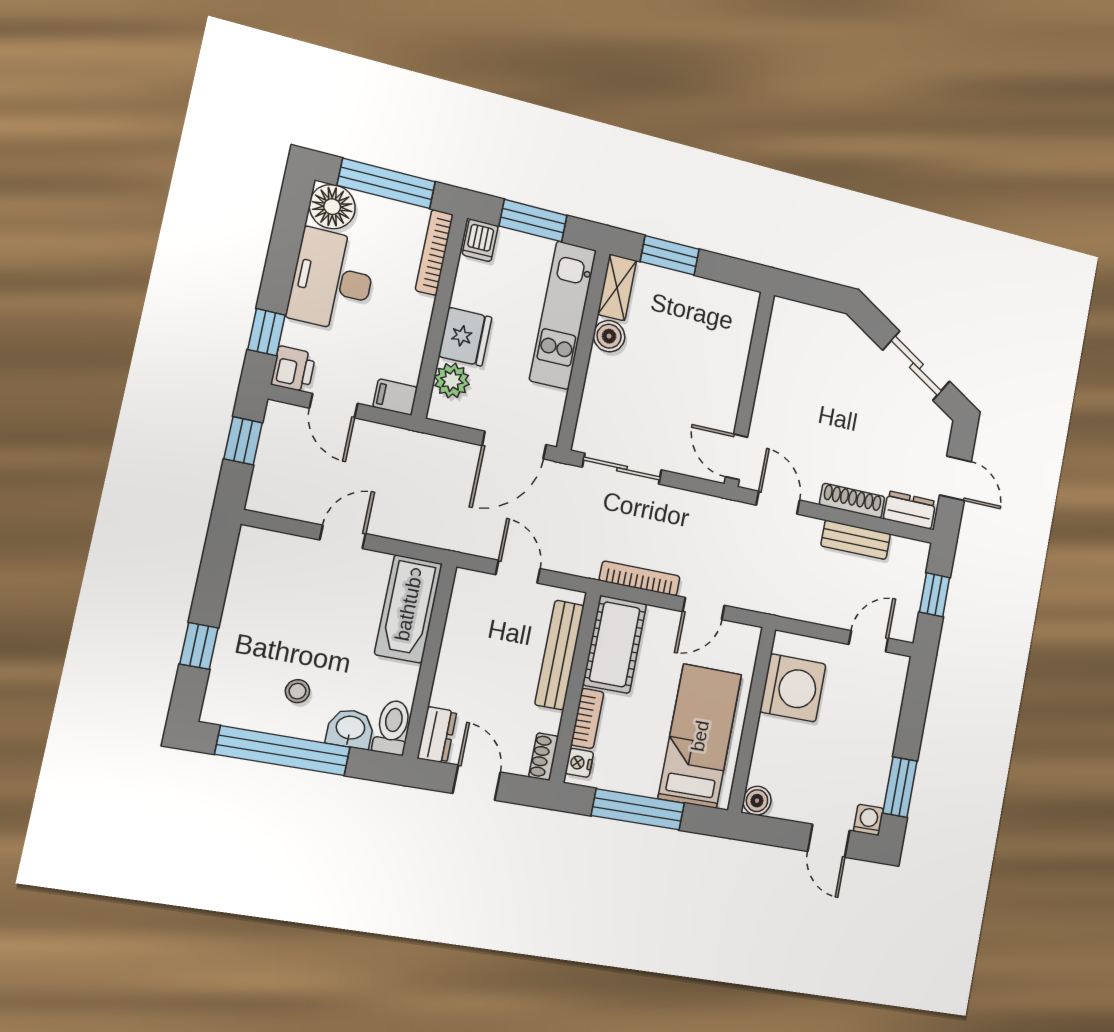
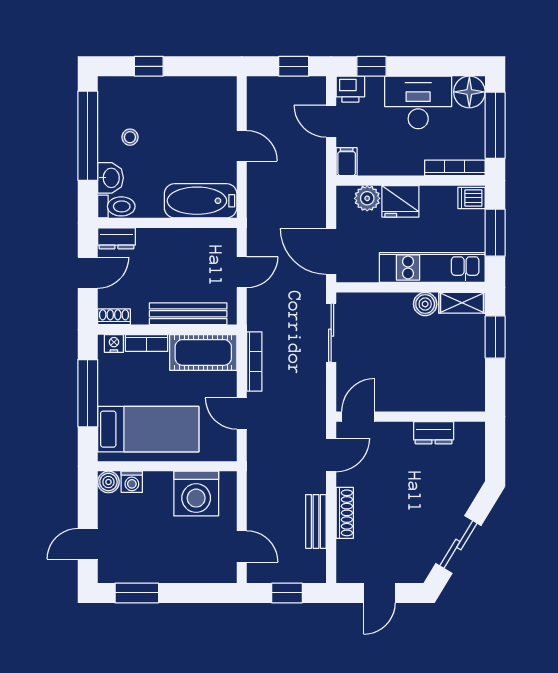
door: (334, 406) -> (331, 121), hinge flipped
dresser: (910, 510) -> (434, 433), moved, turned 90
washing machine: (869, 820) -> (132, 482), moved, turned 90

